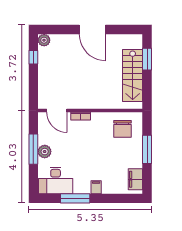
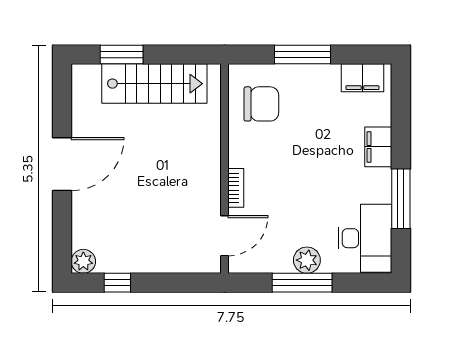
filing cabinet: (96, 187) -> (378, 147), width x2.00

